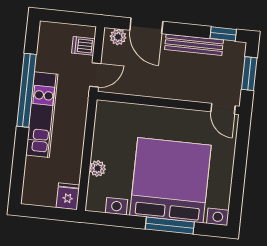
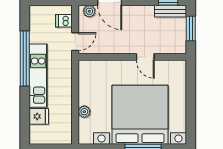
bench: (194, 45) -> (170, 11), moved, width x0.73
door: (223, 109) -> (145, 57), moved
fridge: (68, 196) -> (39, 116), moved, turned 90

